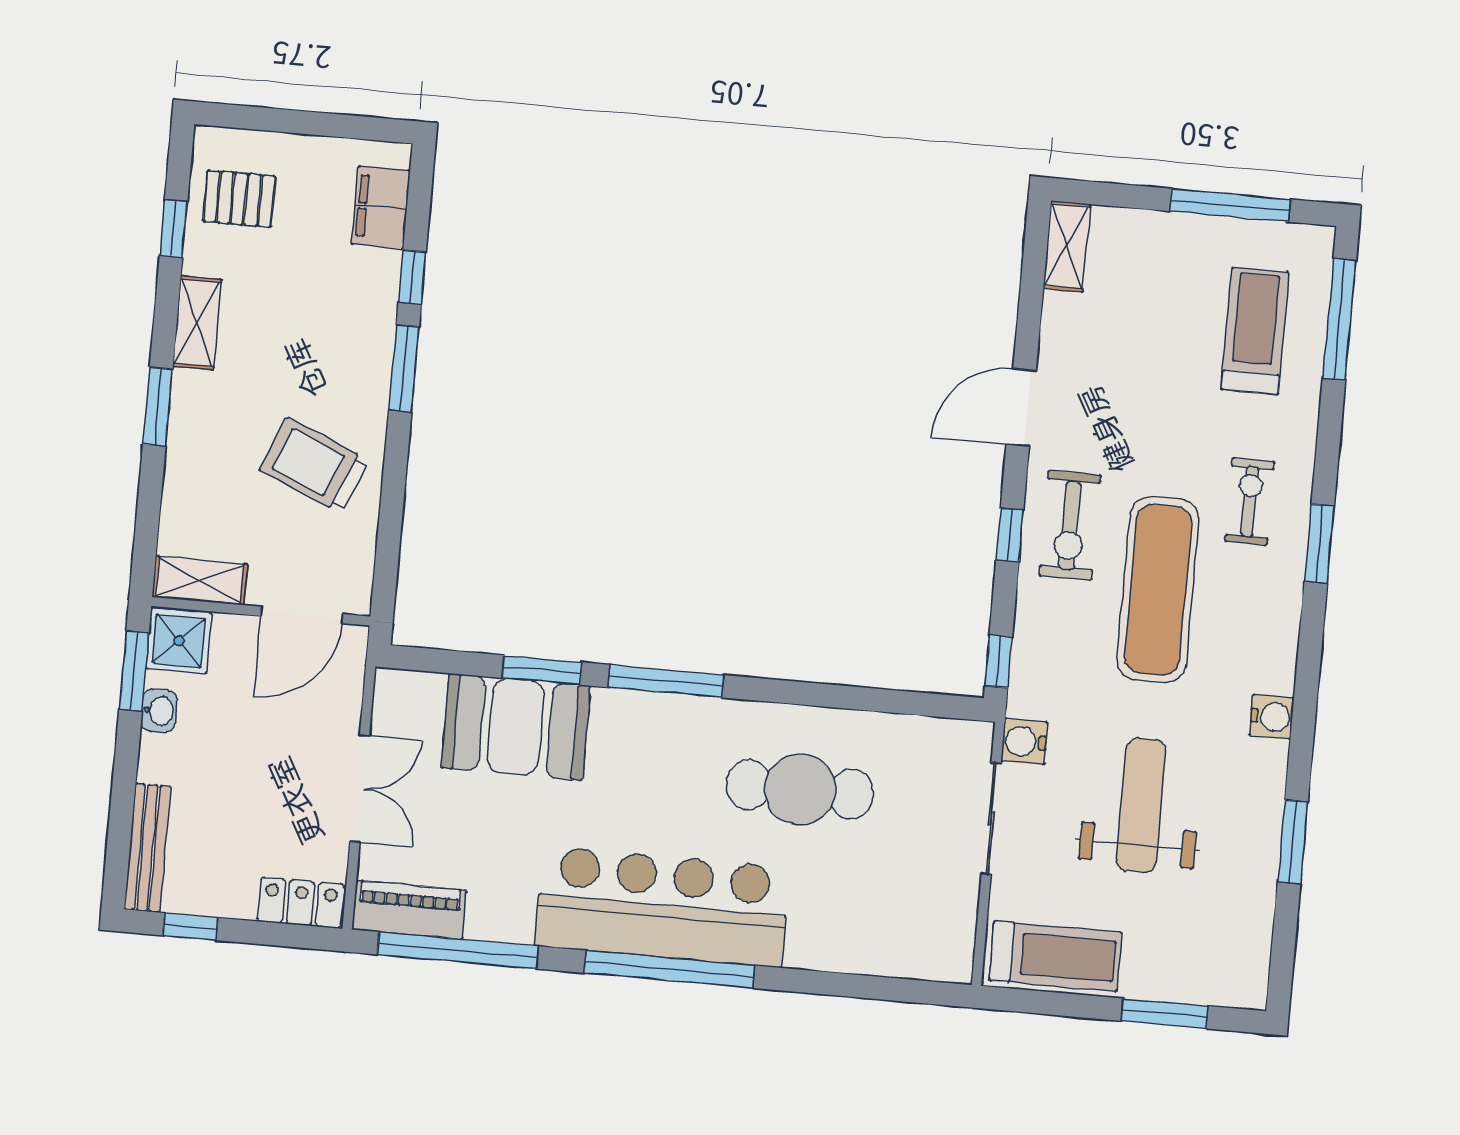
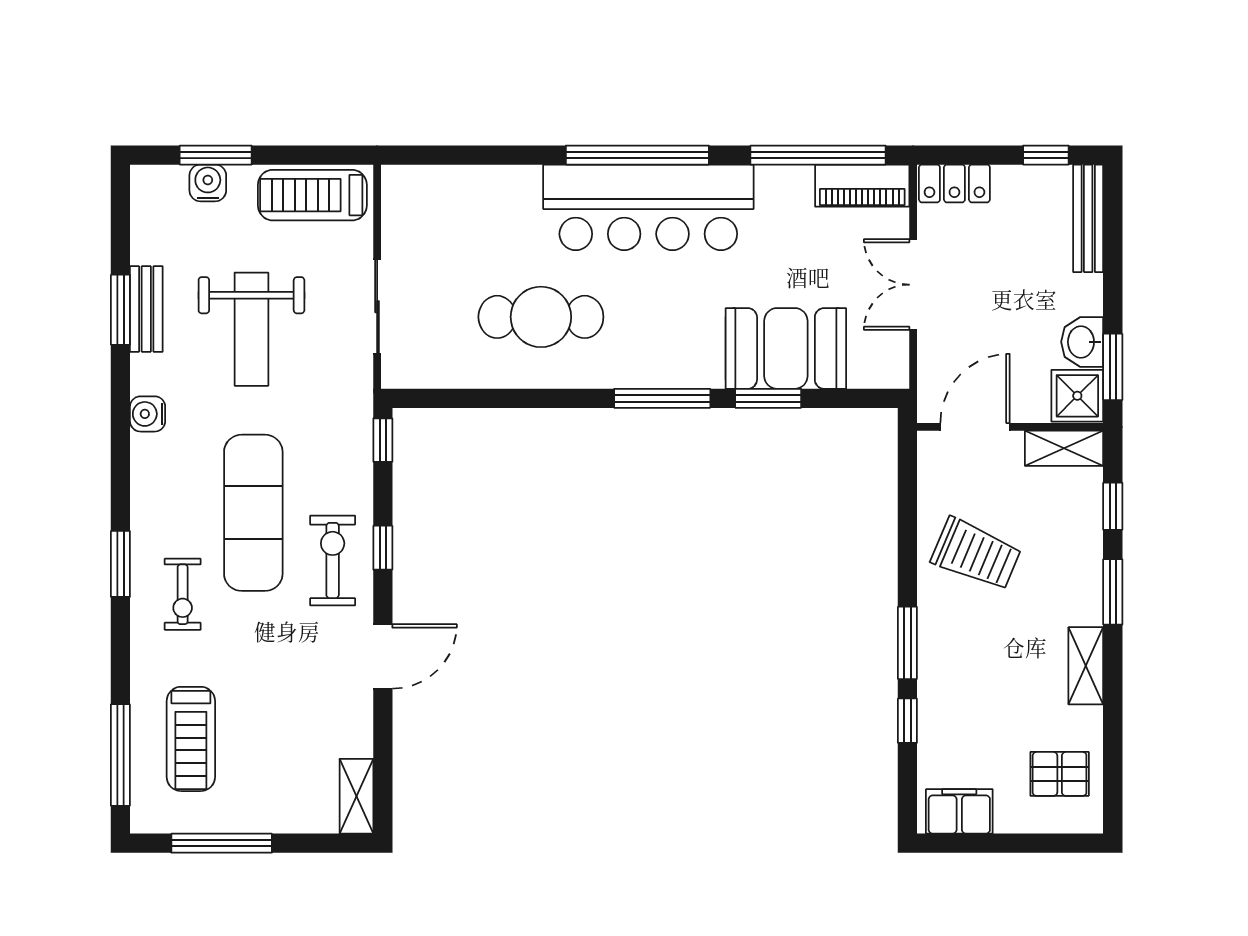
filing cabinet: (381, 207) -> (959, 811), moved, turned -90
window: (174, 229) -> (1113, 506), moved
washbasin: (159, 711) -> (1082, 342), width x1.38, depth x1.45
water cooler: (1024, 742) -> (208, 183), moved, turned -90
bench: (1262, 840) -> (146, 309), added

